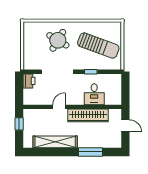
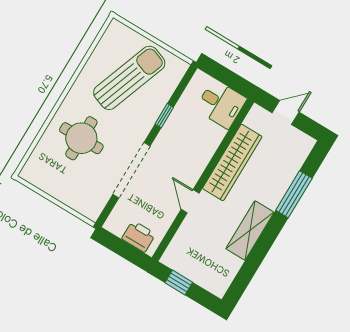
round table: (58, 40) -> (81, 138), turned -31
printer: (29, 81) -> (139, 236), moved
desk: (94, 94) -> (221, 104), moved
shelving: (55, 142) -> (250, 231), width x0.68

